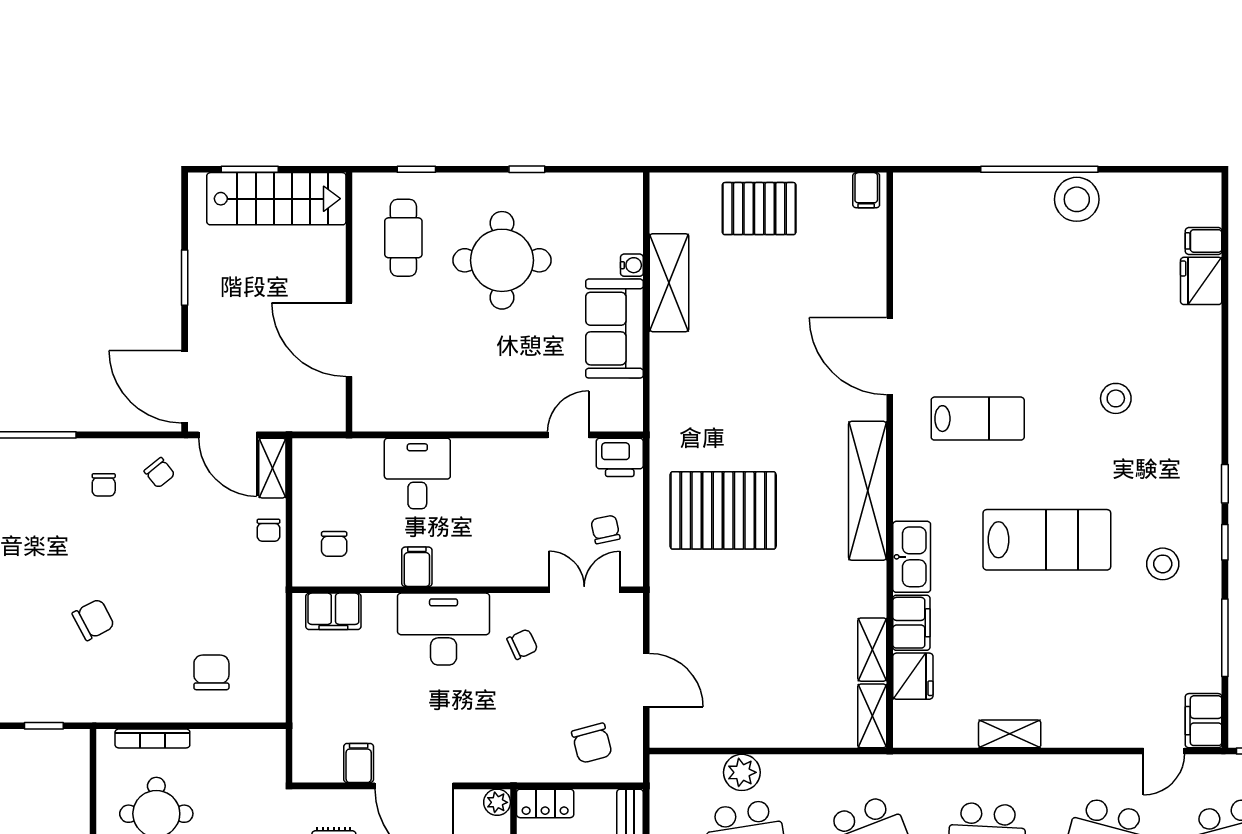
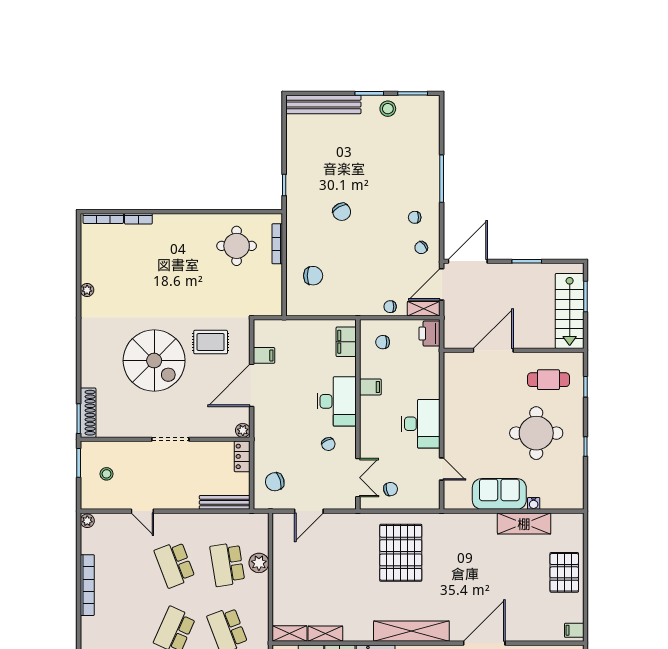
printer: (620, 457) -> (430, 334), moved
desk: (417, 474) -> (421, 424), moved, width x1.37

